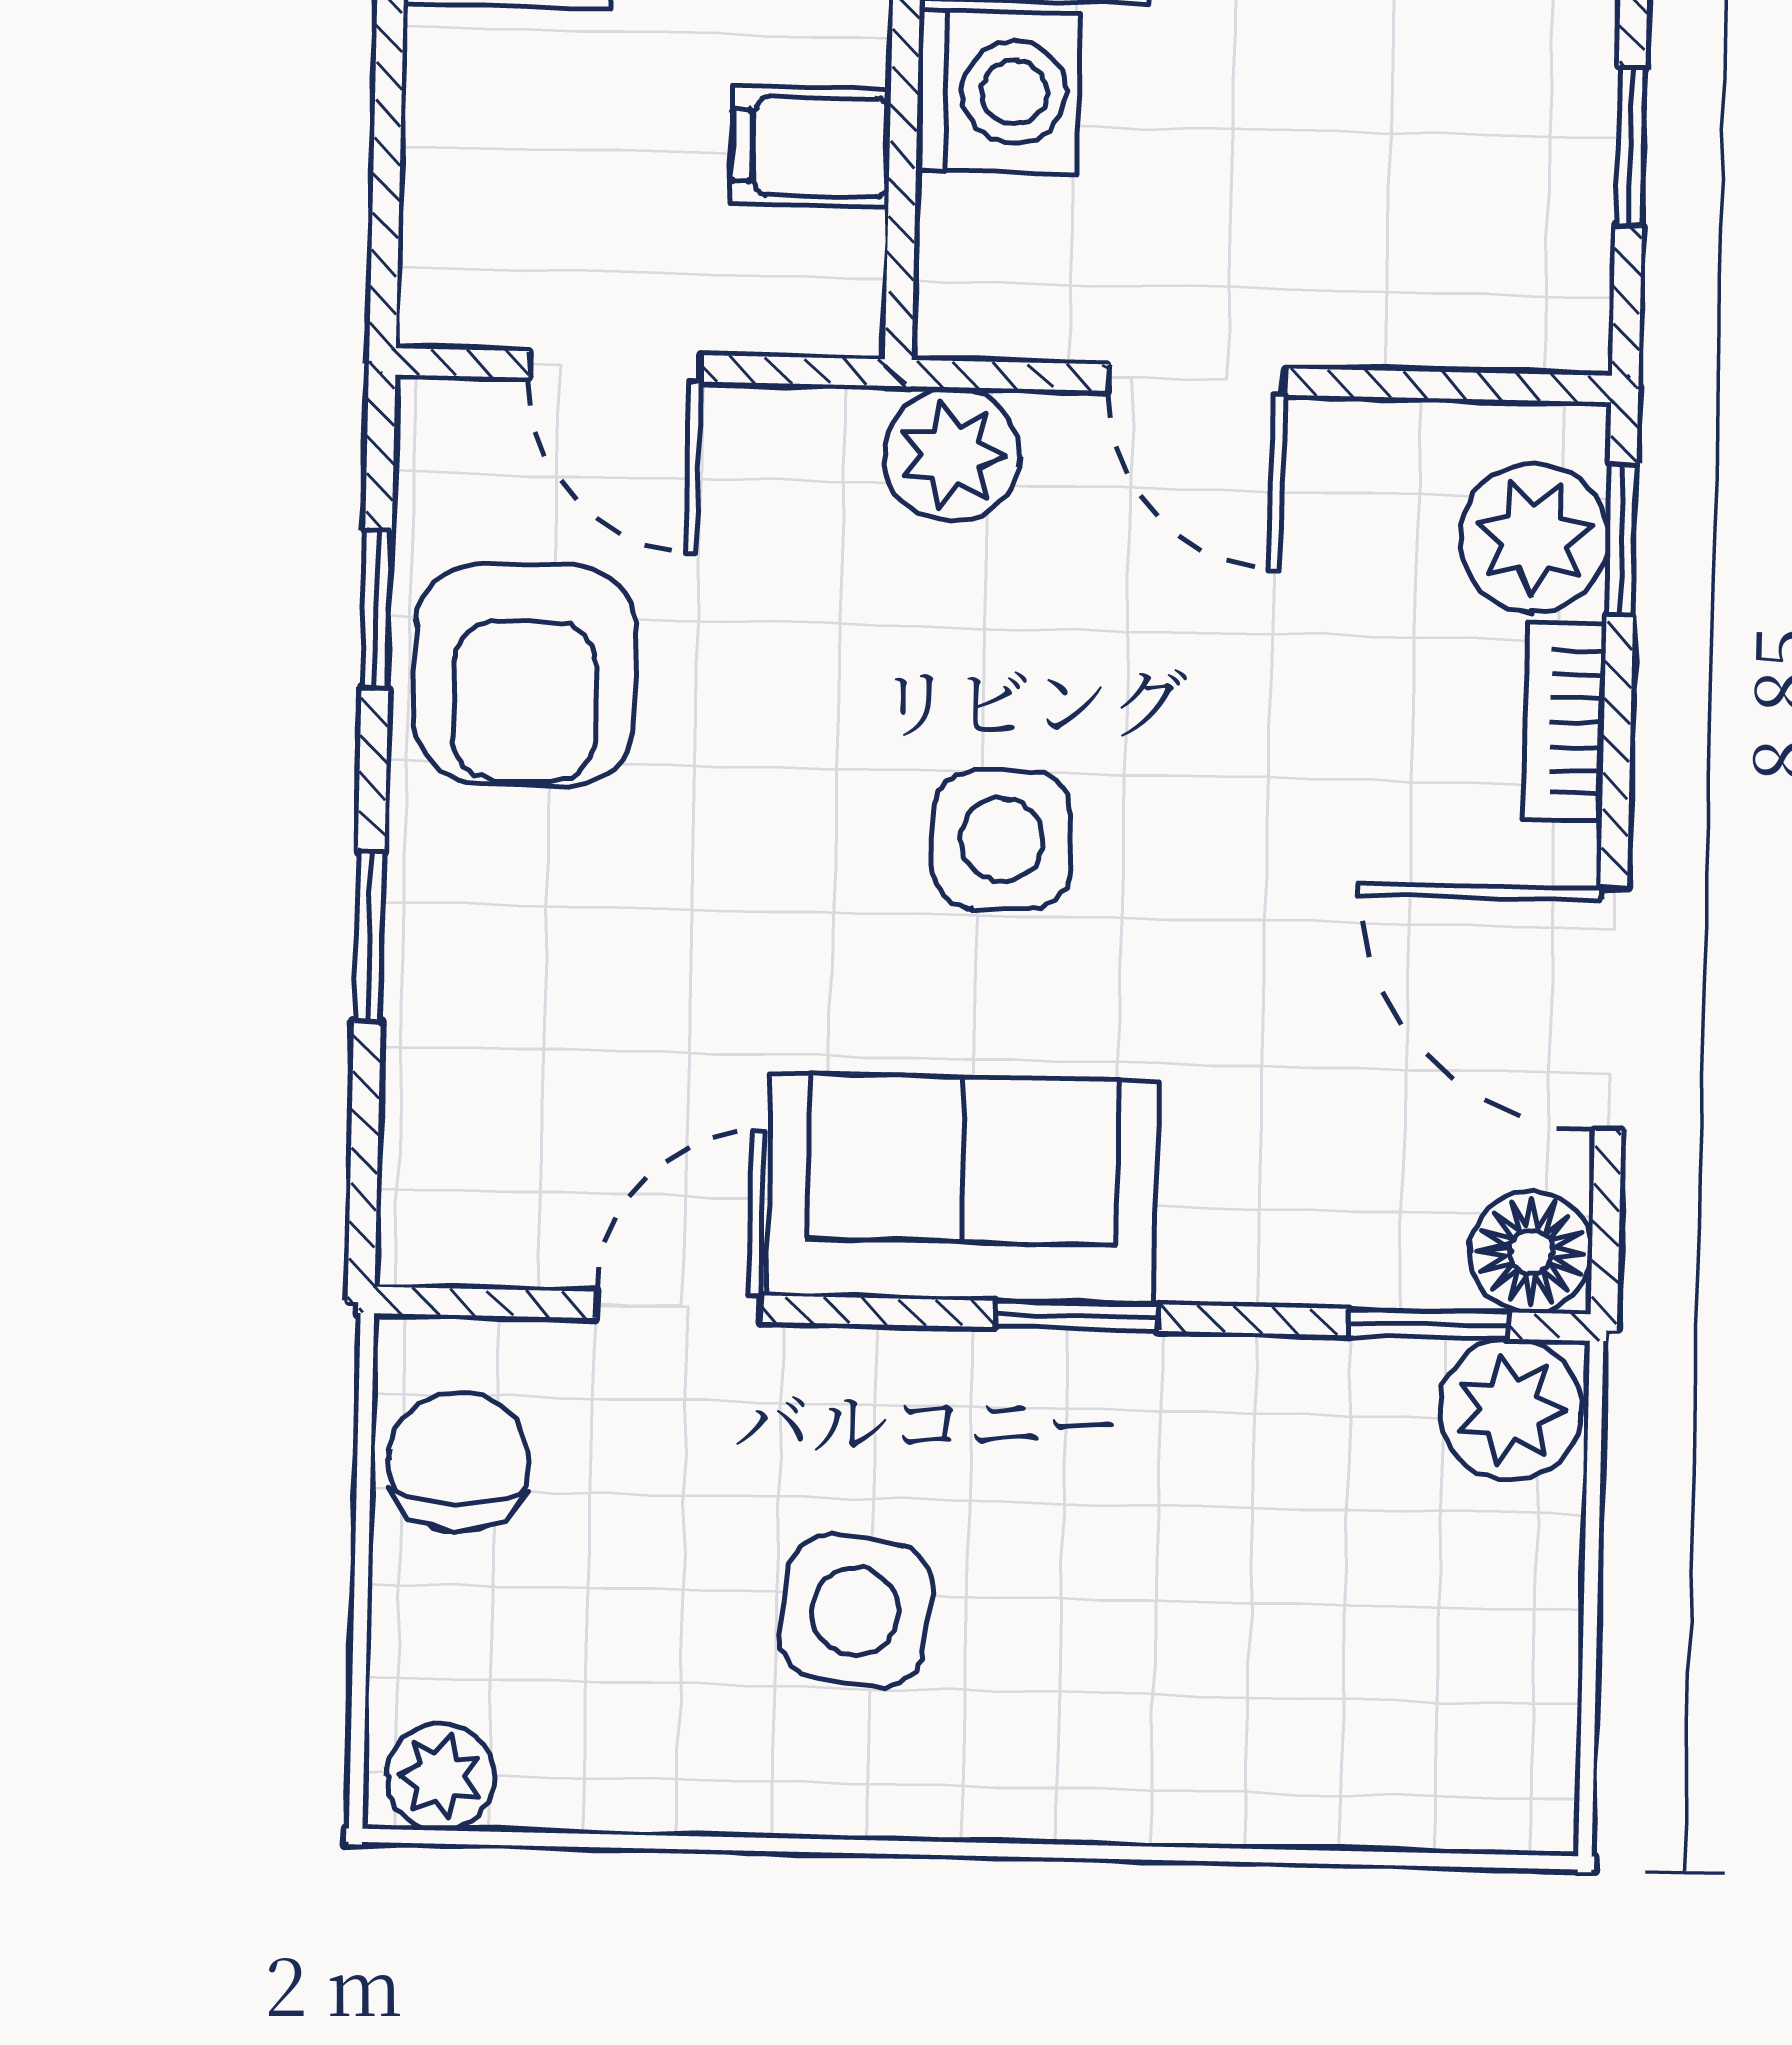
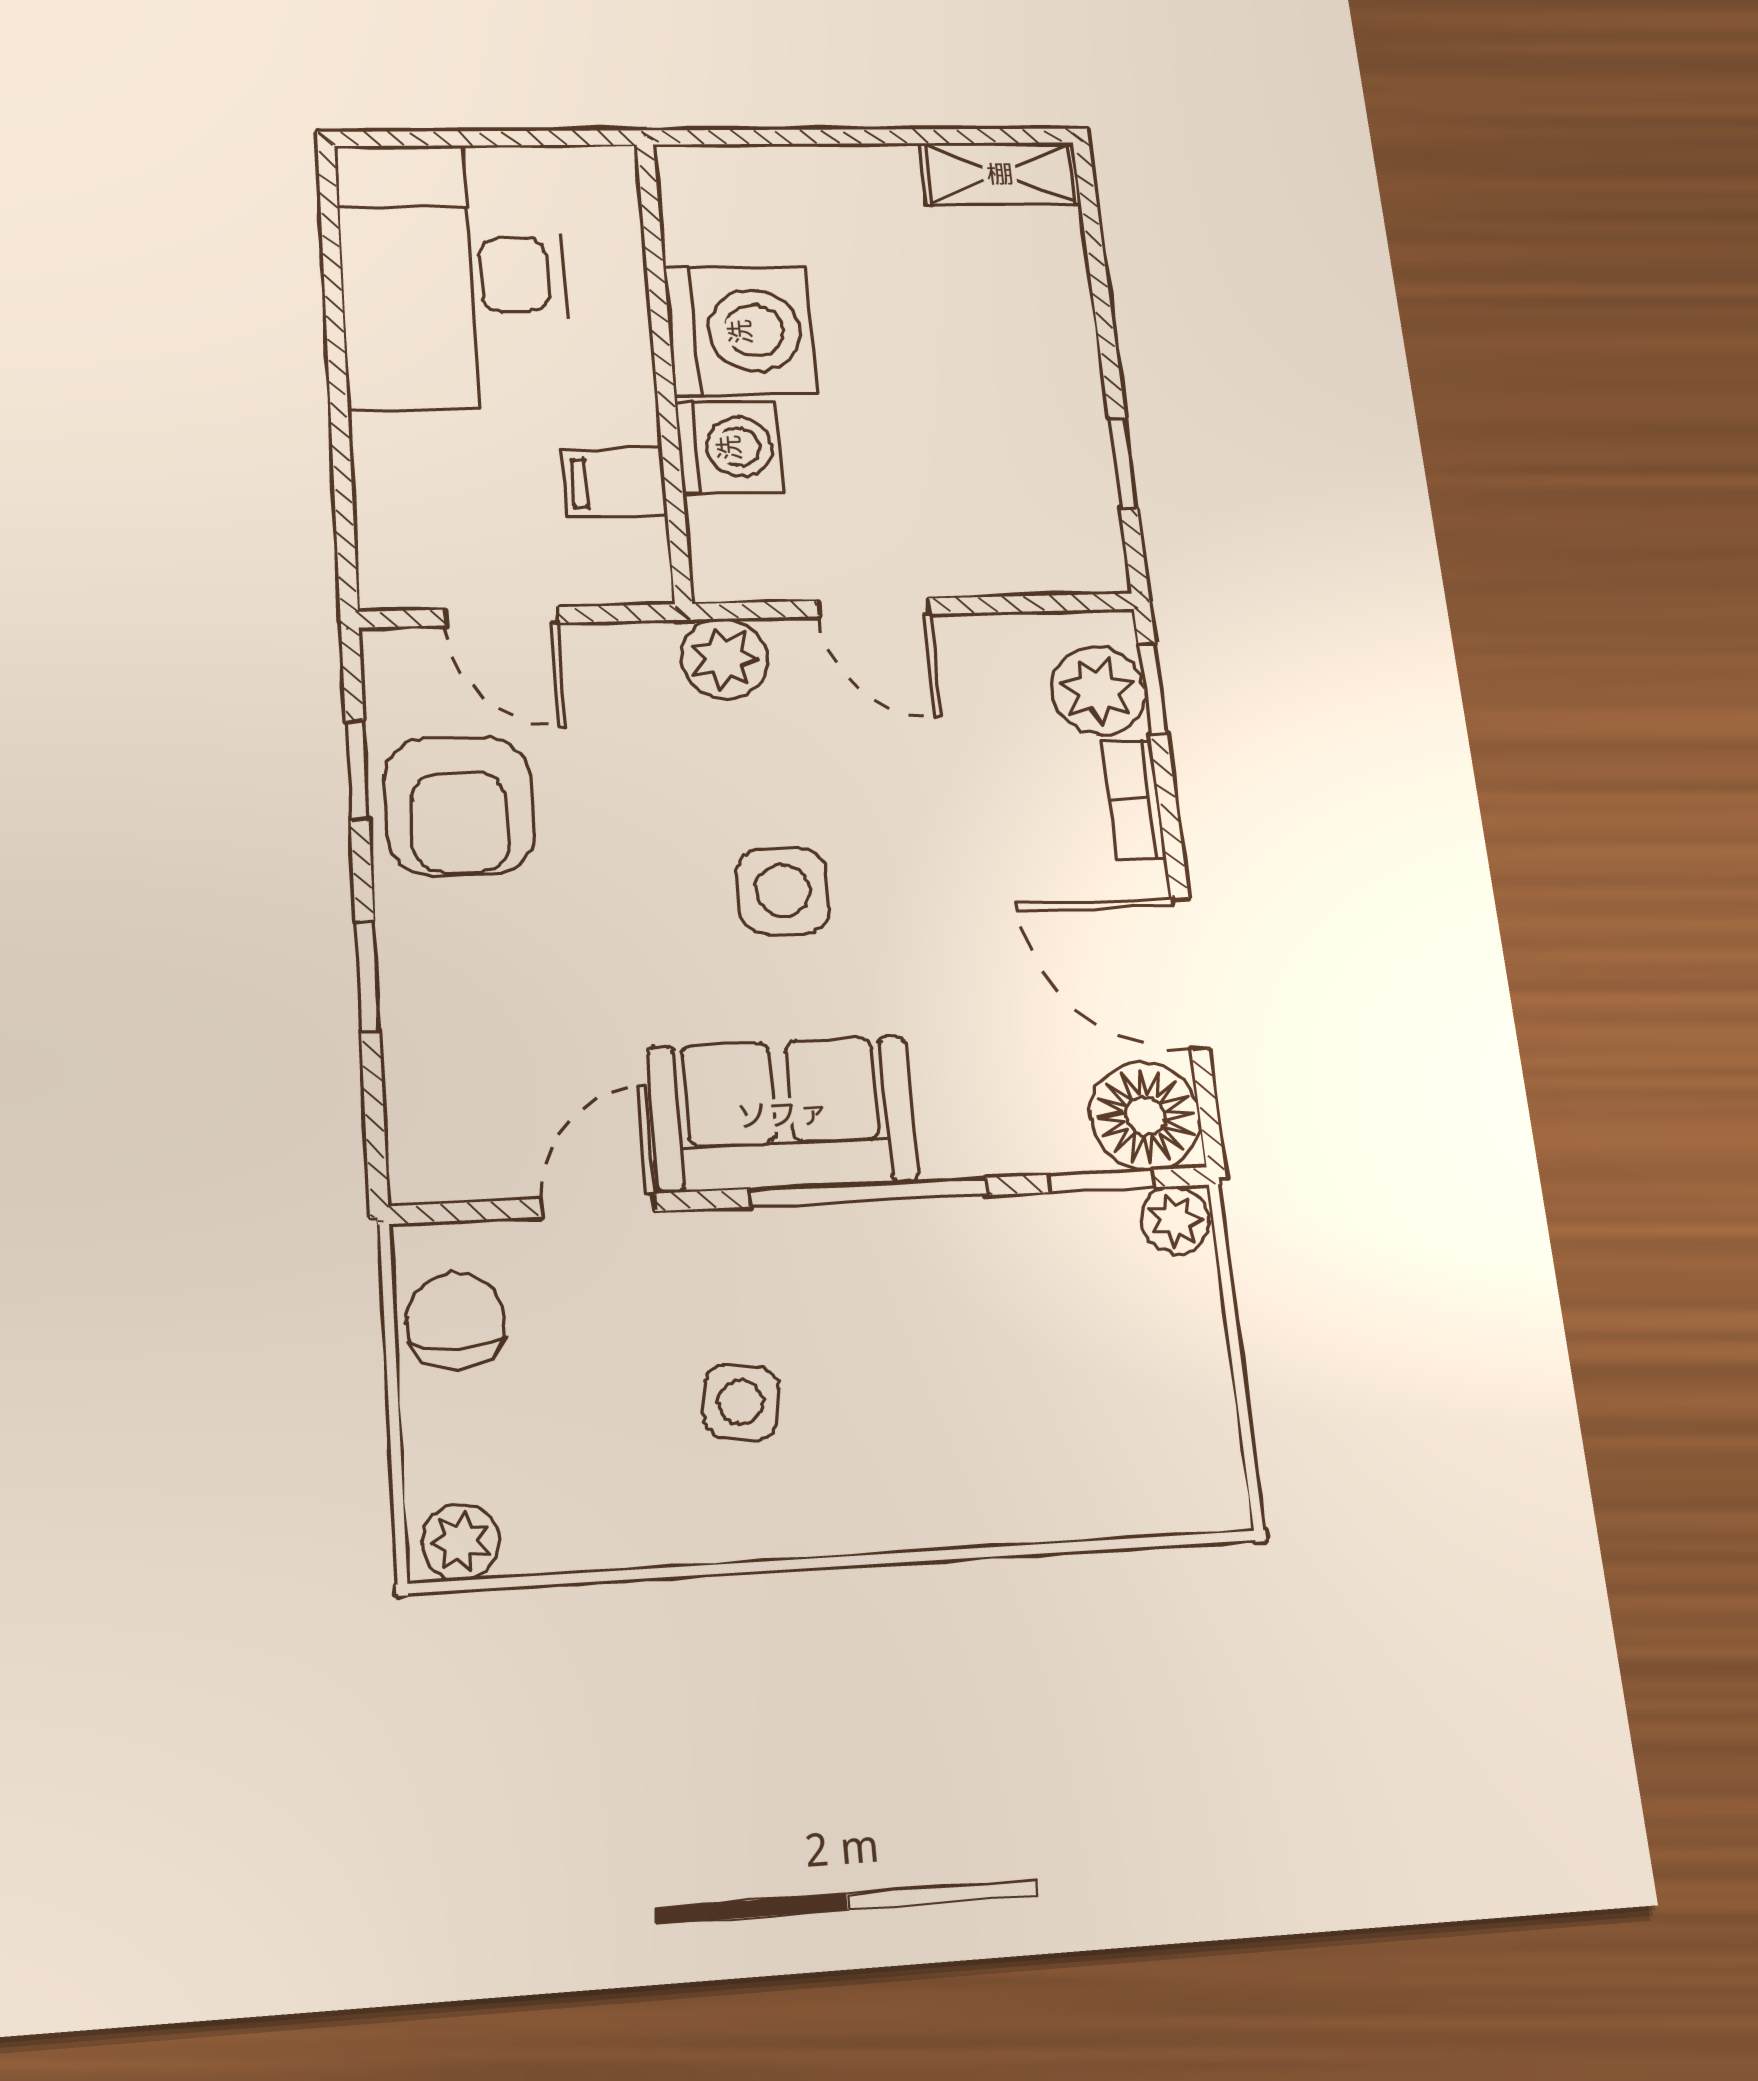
floor lamp: (1531, 1252) -> (1145, 1116), width x1.38, depth x1.38
window: (1077, 1316) -> (869, 1192), width x2.17
plant: (1511, 1410) -> (1175, 1220), width x0.73, depth x0.73
side table: (856, 1611) -> (741, 1402), width x0.73, depth x0.73

